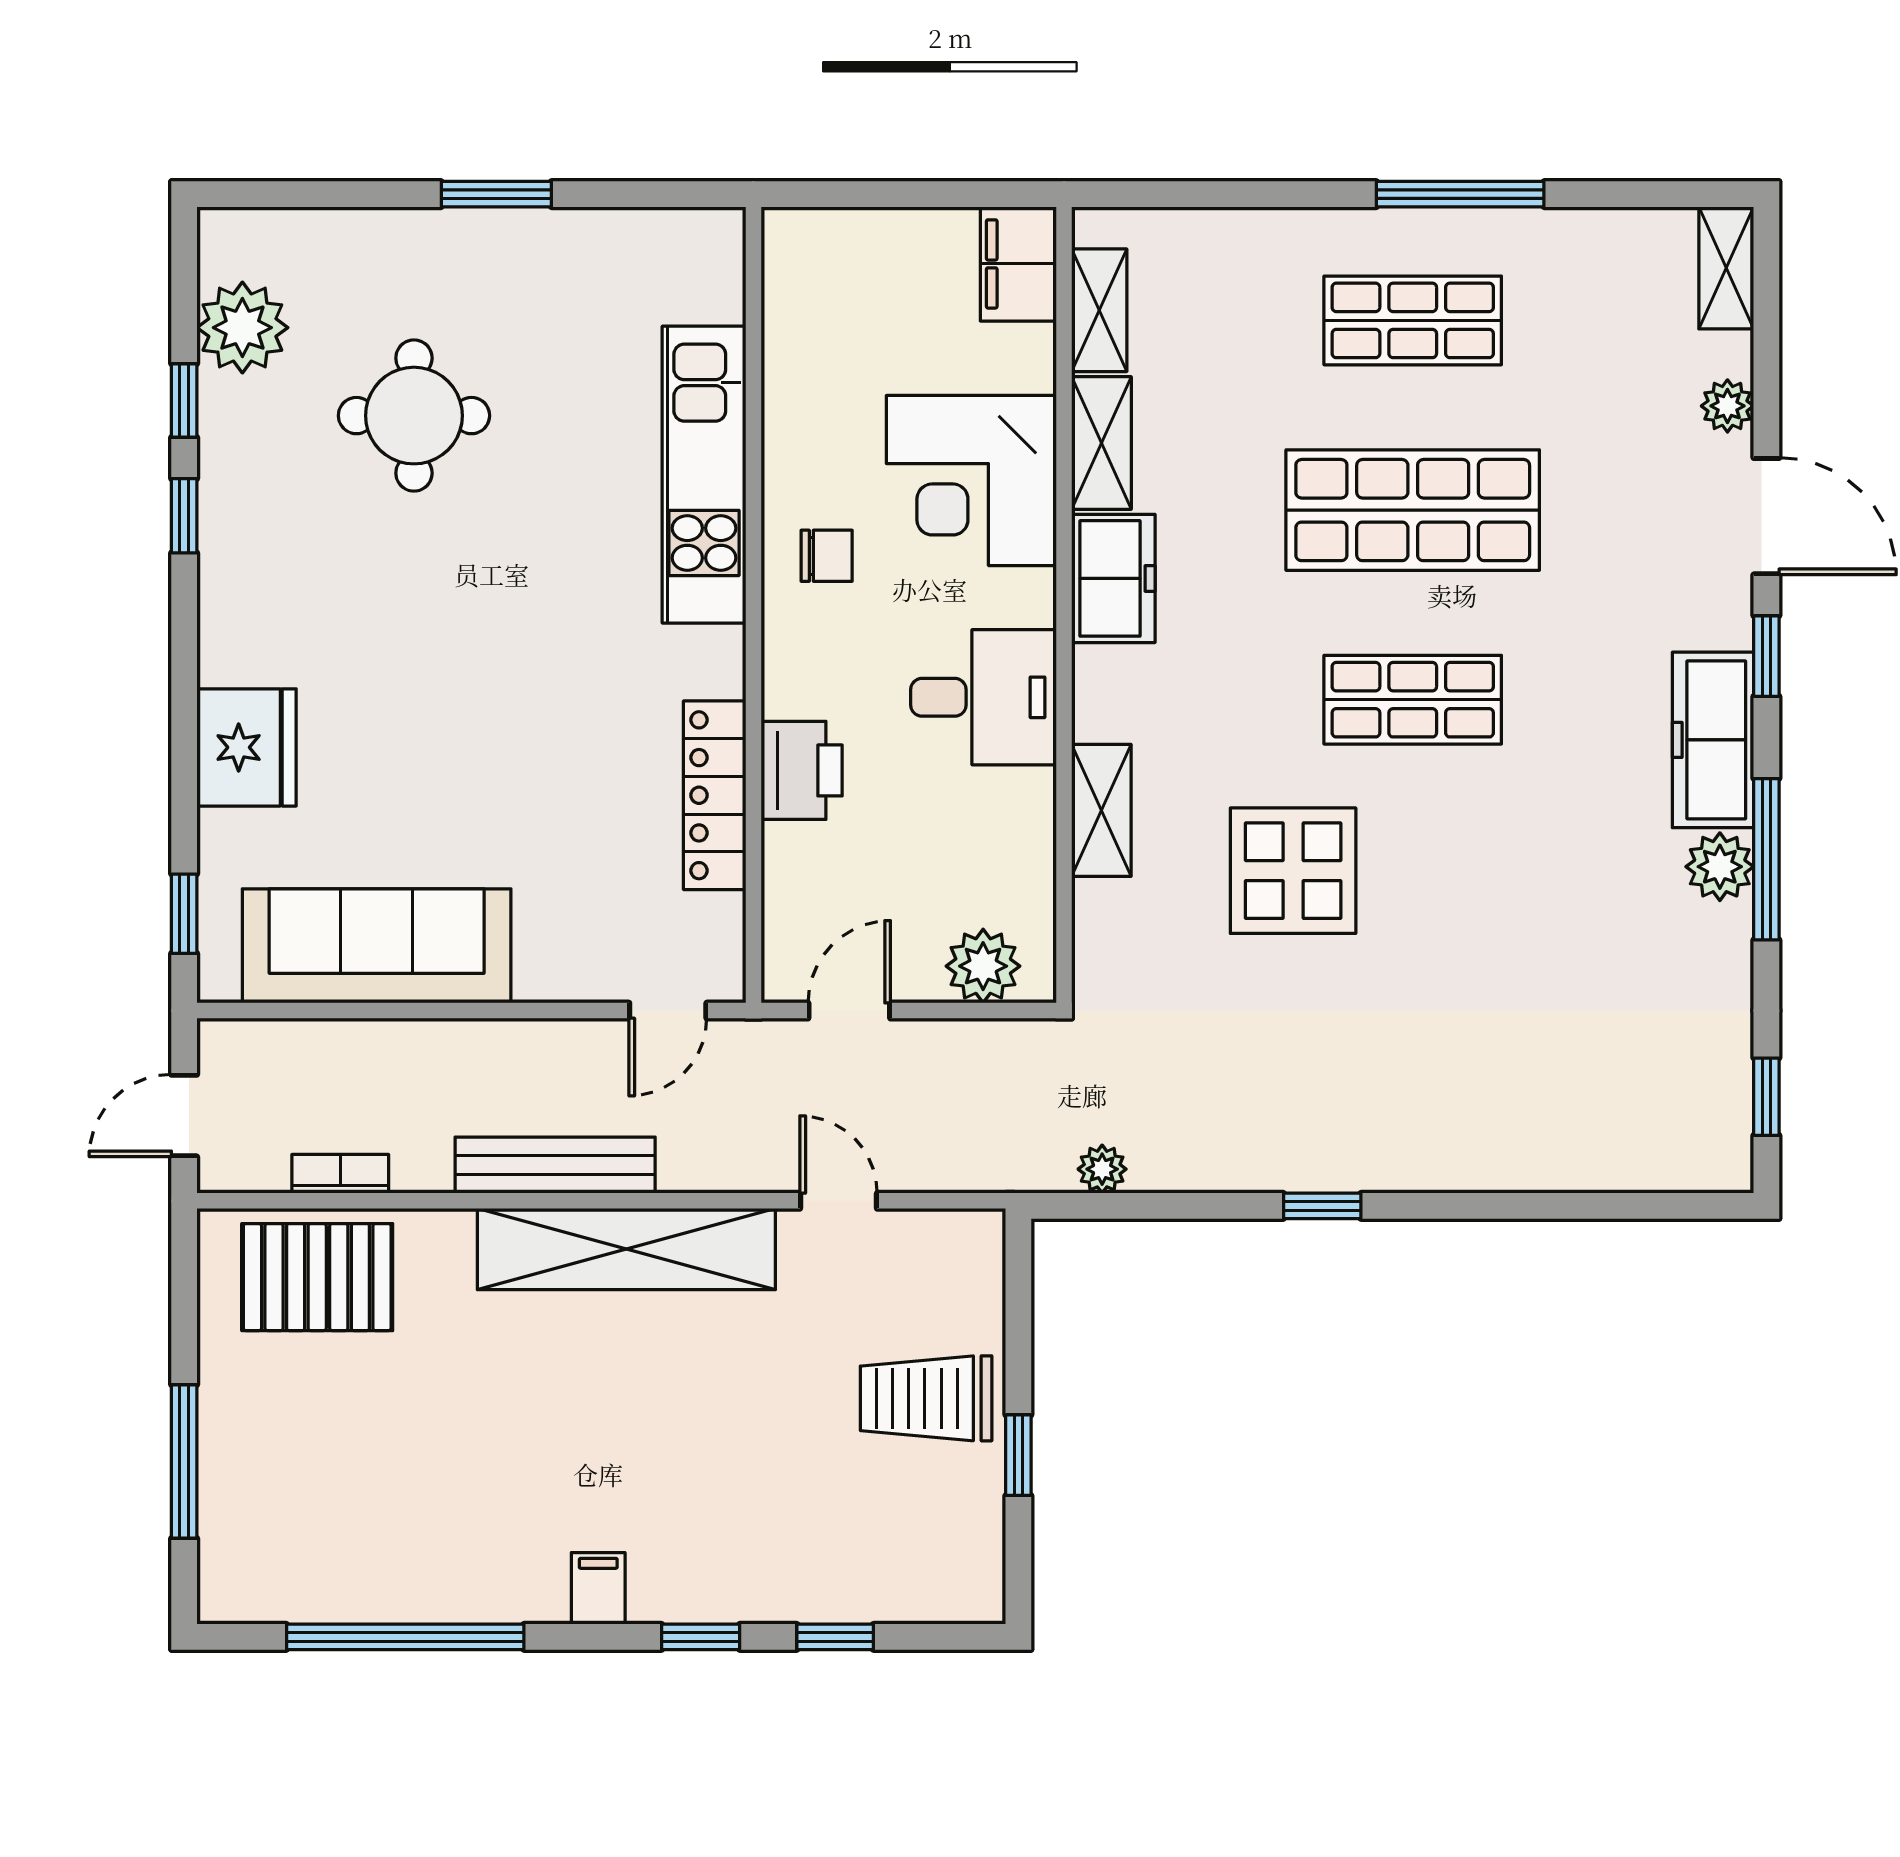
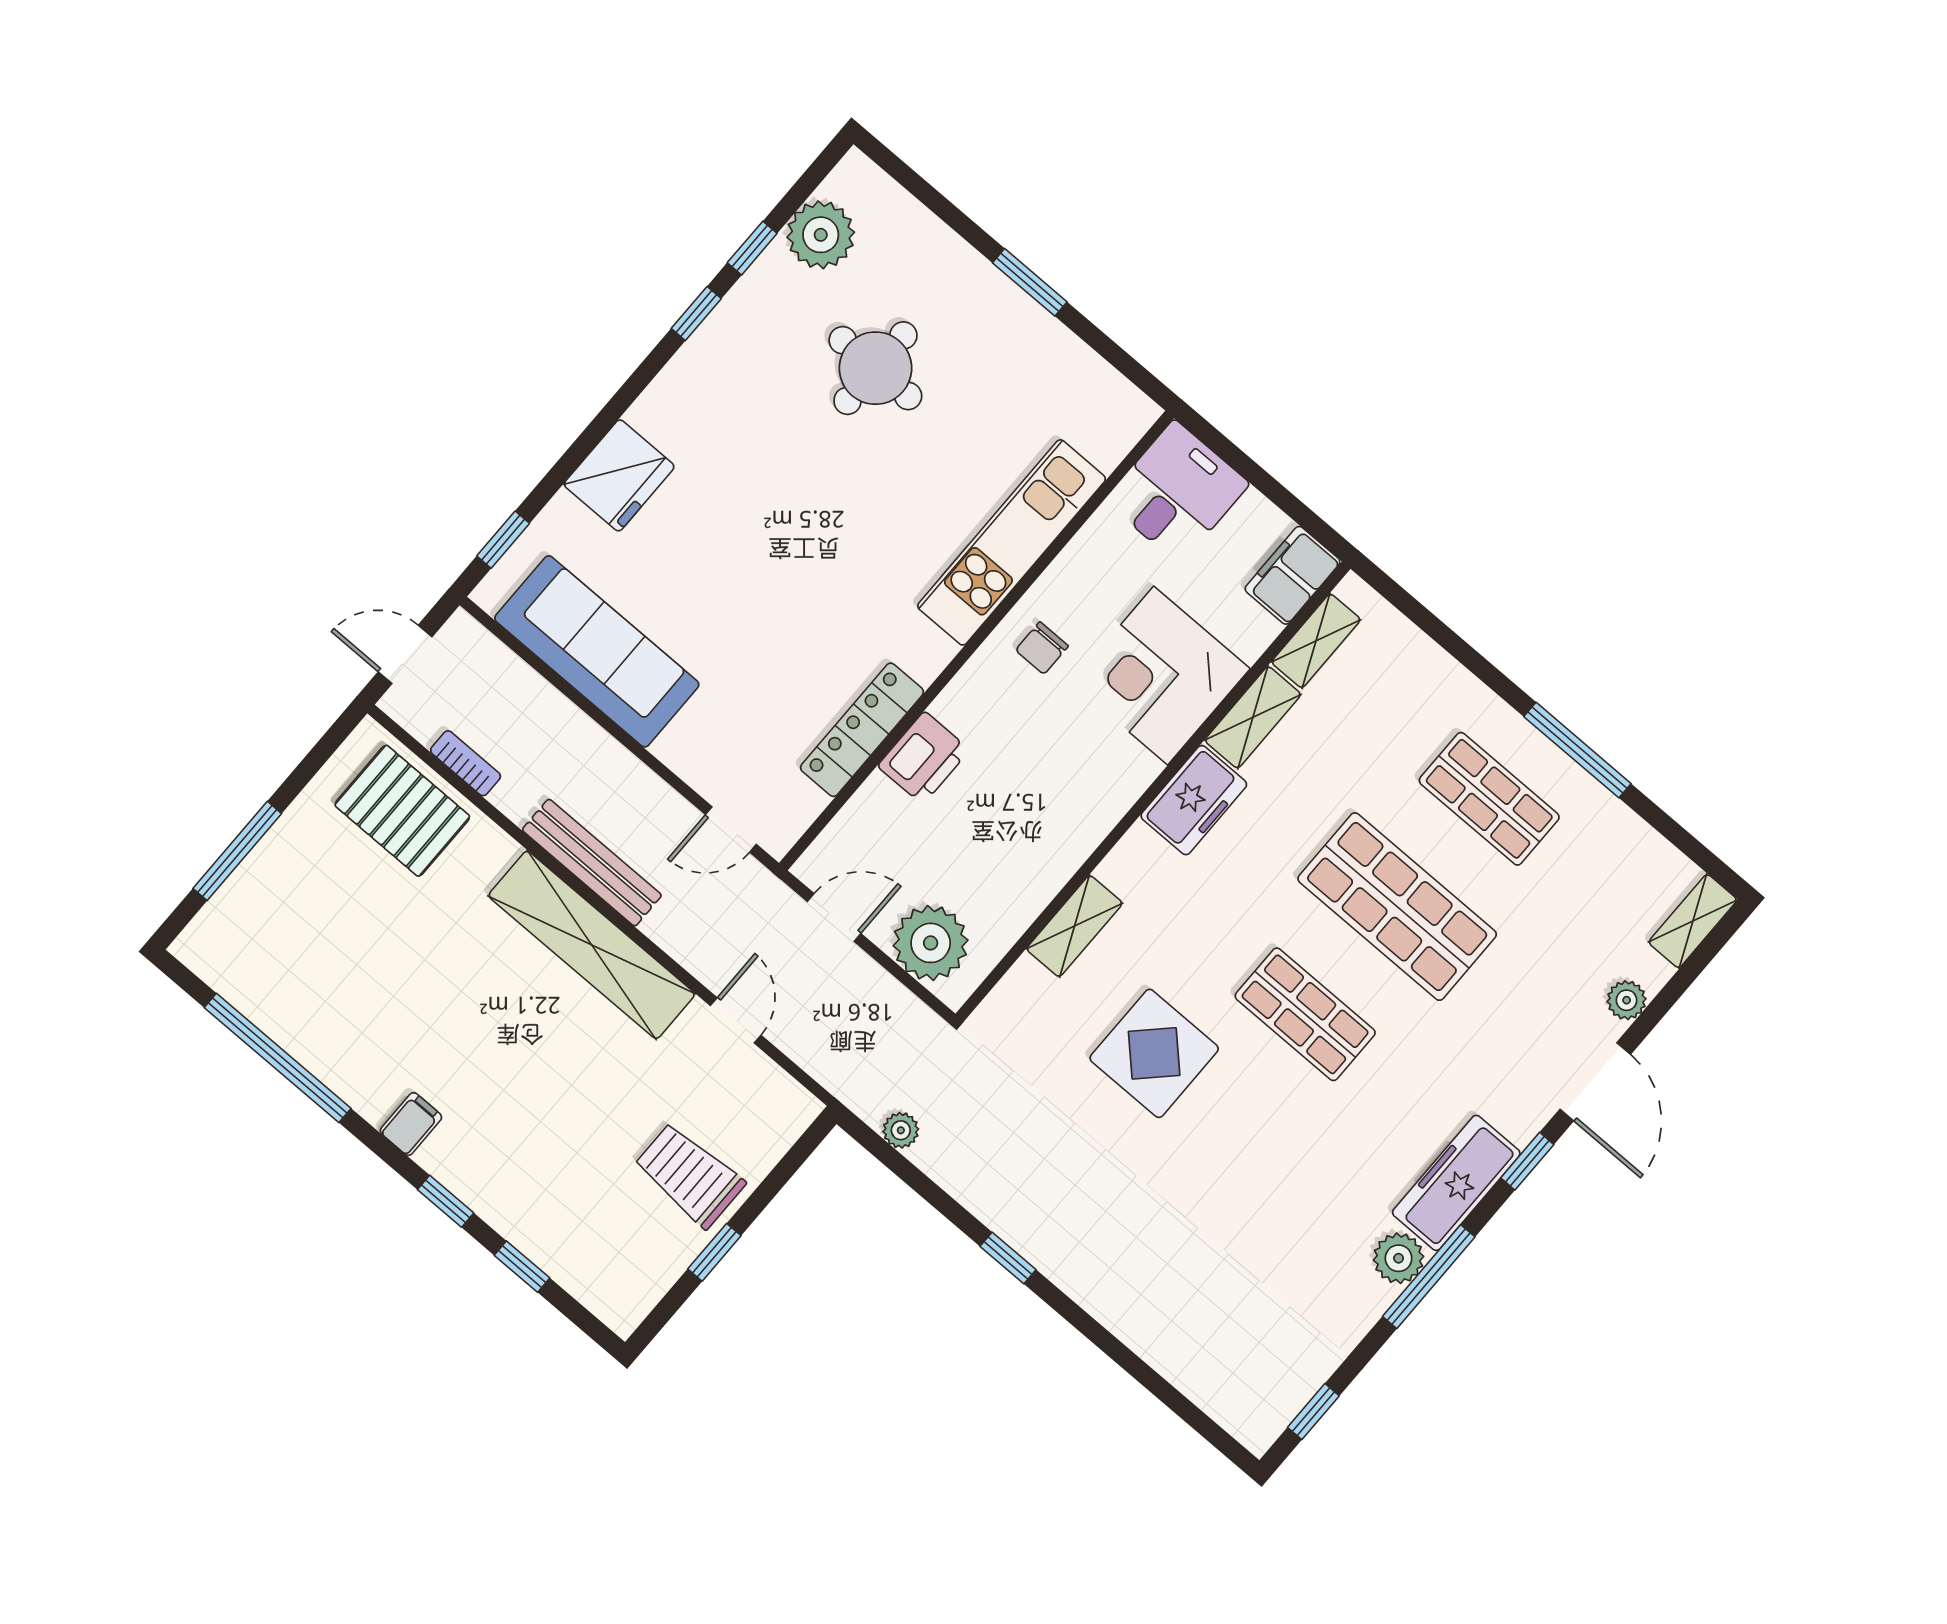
chair: (827, 556) -> (1042, 648), turned 90
desk: (984, 697) -> (1177, 492), moved, turned -90
plant: (983, 966) -> (931, 943), width x1.36, depth x1.36

